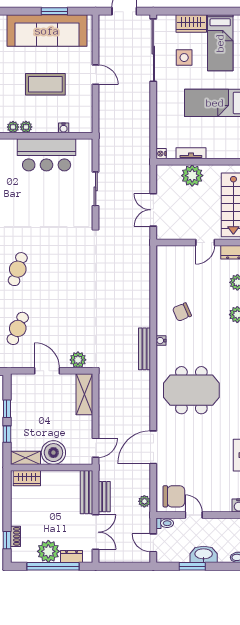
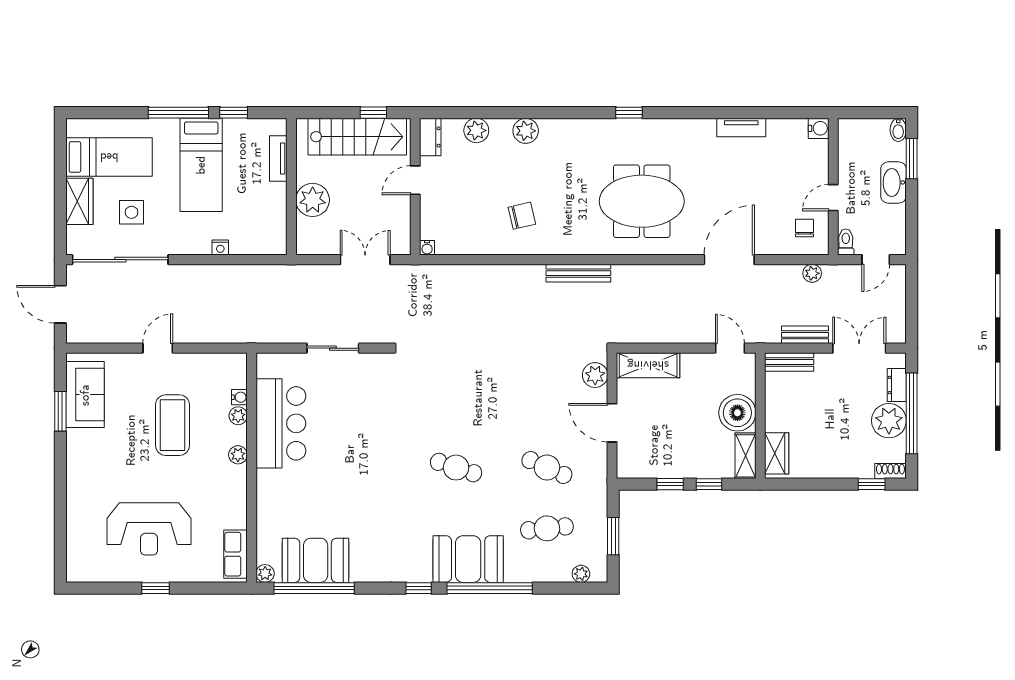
sofa: (47, 31) -> (85, 395), width x0.54, depth x0.79
plant: (13, 127) -> (238, 416), moved
tv unit: (191, 153) -> (278, 158), moved
nightstand: (161, 154) -> (220, 248), moved
double door: (153, 210) -> (365, 260), swing flipped
door: (205, 243) -> (415, 180), swing flipped
chair: (182, 312) -> (522, 216), turned -80
water cooler: (161, 341) -> (427, 248), moved
door: (47, 371) -> (612, 423), hinge flipped
meeting table: (191, 390) -> (642, 201), turned 90
door: (153, 447) -> (729, 260), swing flipped
bench: (87, 492) -> (789, 362), width x0.73
chair: (174, 496) -> (804, 228), width x0.54, depth x0.54
shoe rack: (15, 536) -> (890, 471), moved
window: (192, 566) -> (912, 159), moved

